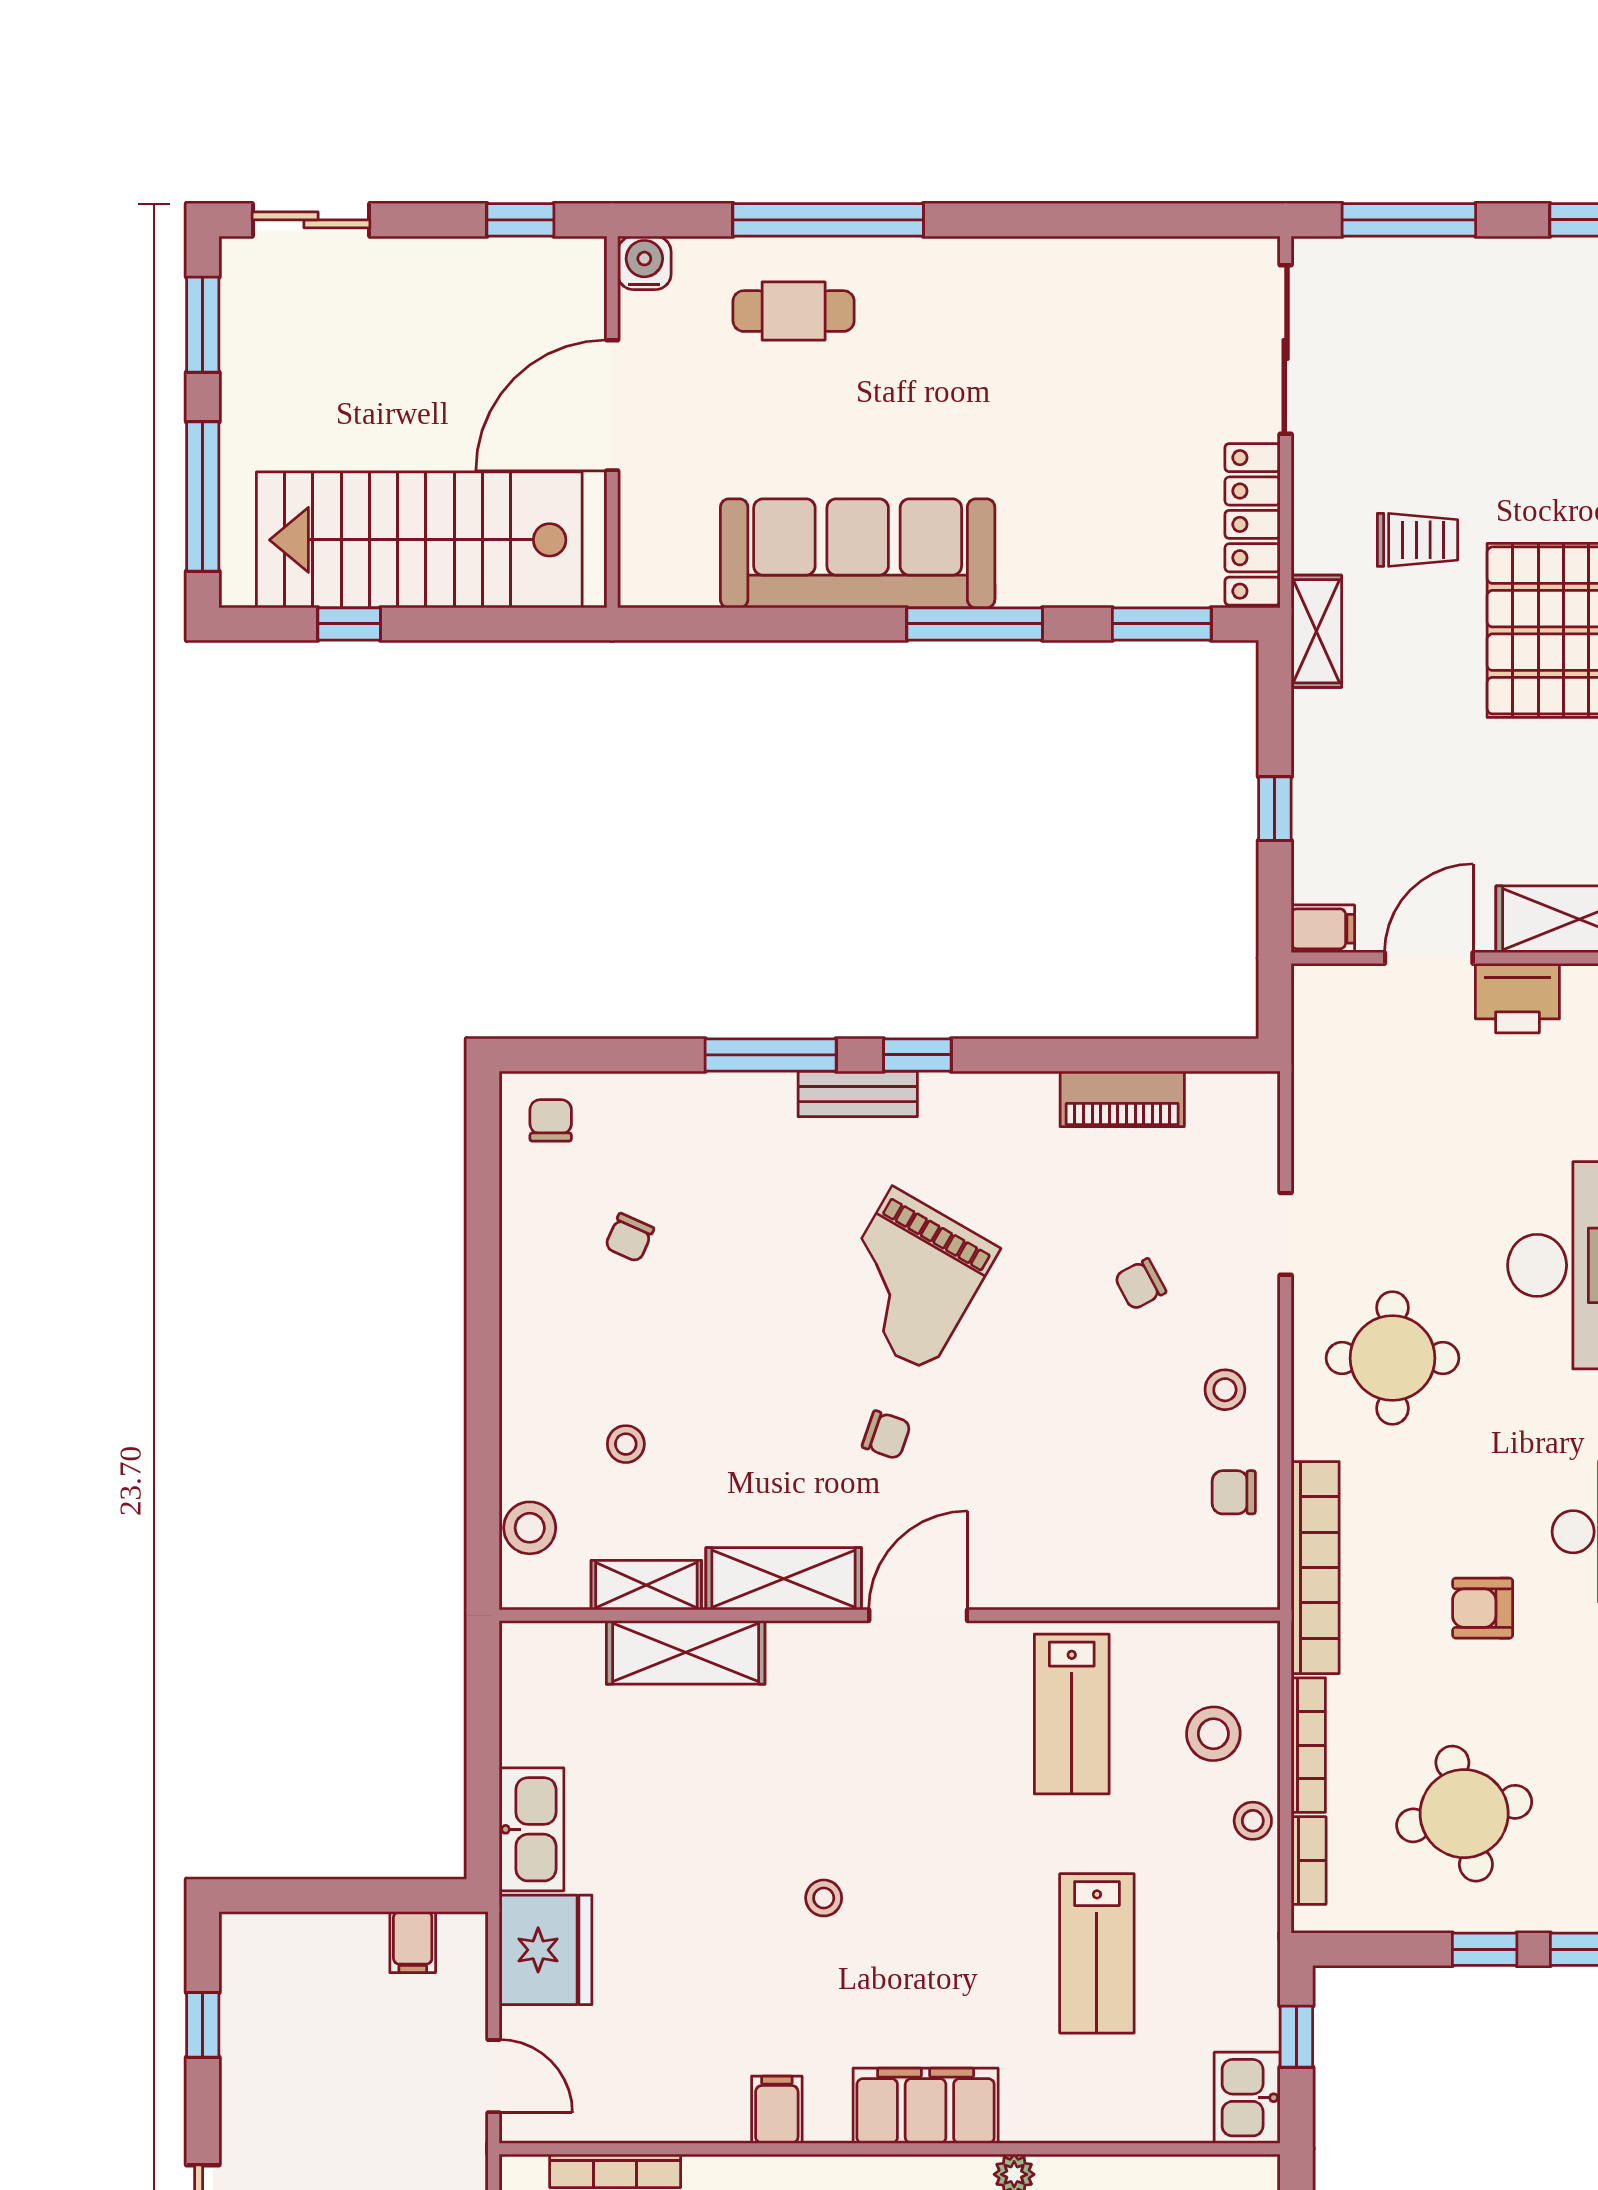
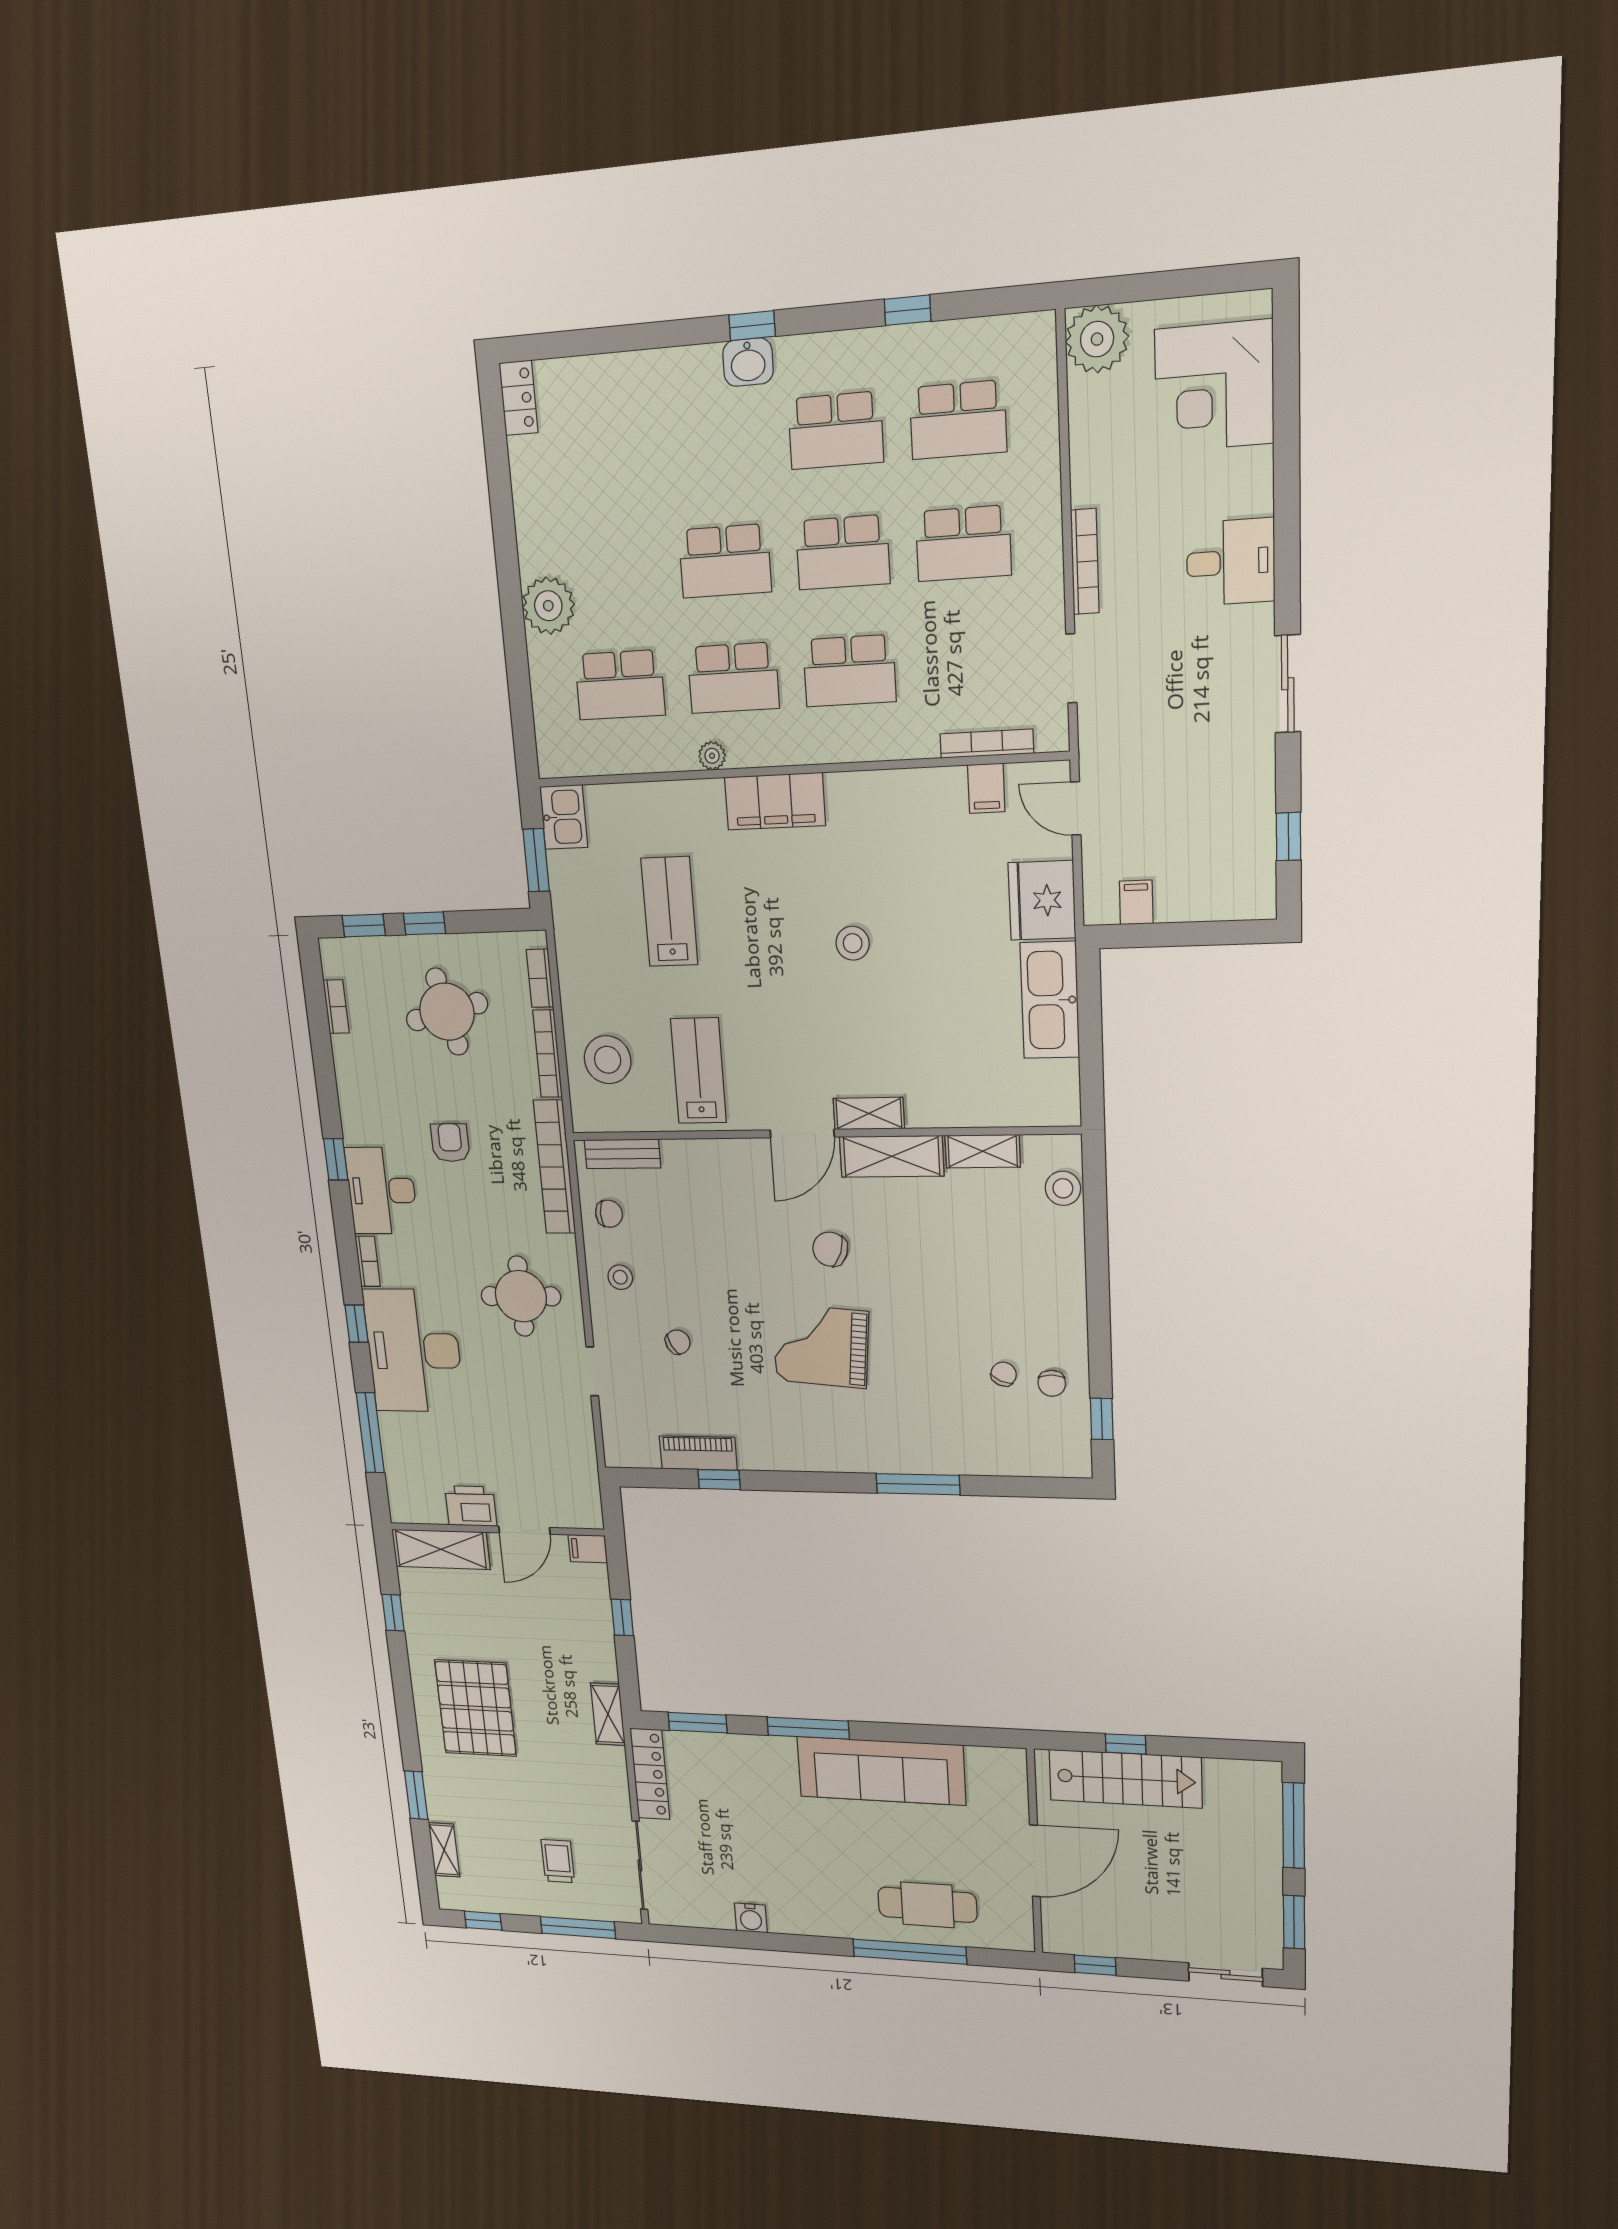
water cooler: (644, 263) -> (751, 1918), moved
cafe table: (794, 311) -> (927, 1905), width x1.37, depth x1.35
stairs: (419, 540) -> (1125, 1779), width x0.73, depth x0.66
trolley: (1417, 540) -> (558, 1861), moved, turned 90
window: (349, 624) -> (1126, 1744), moved
window: (917, 1055) -> (719, 1480), moved
bench: (858, 1094) -> (622, 1154), moved
chair: (551, 1120) -> (1052, 1383), moved
window: (483, 1168) -> (1102, 1419), added
grand piano: (910, 1280) -> (821, 1346), turned -115
chair: (886, 1435) -> (830, 1249), width x1.37, depth x1.37
stool: (626, 1444) -> (1000, 1243), removed
armchair: (1483, 1608) -> (450, 1143), turned -90
shelving: (686, 1652) -> (869, 1114), moved, width x0.67, depth x0.75
stool: (1213, 1734) -> (608, 1060), width x1.38, depth x1.38
stool: (1253, 1821) -> (578, 1003), removed
kitchen sink: (531, 1829) -> (1050, 1000), width x1.36, depth x1.24
stool: (824, 1898) -> (853, 943), width x1.37, depth x1.37
window: (1296, 2037) -> (536, 860), width x1.50
filing cabinet: (777, 2110) -> (986, 788), moved

